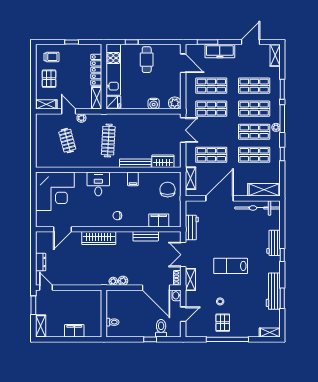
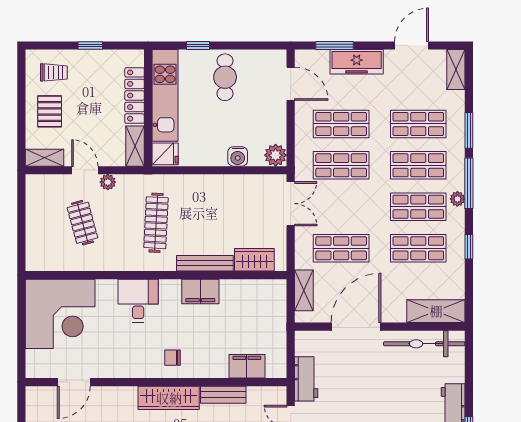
filing cabinet: (133, 179) -> (200, 292), width x2.00
chair: (168, 190) -> (263, 311), removed
wardrobe: (99, 238) -> (169, 398), moved

